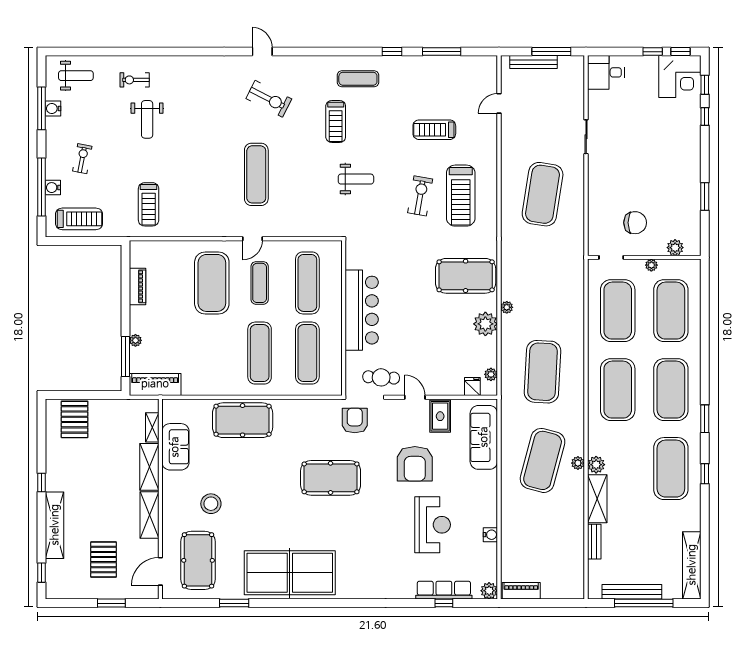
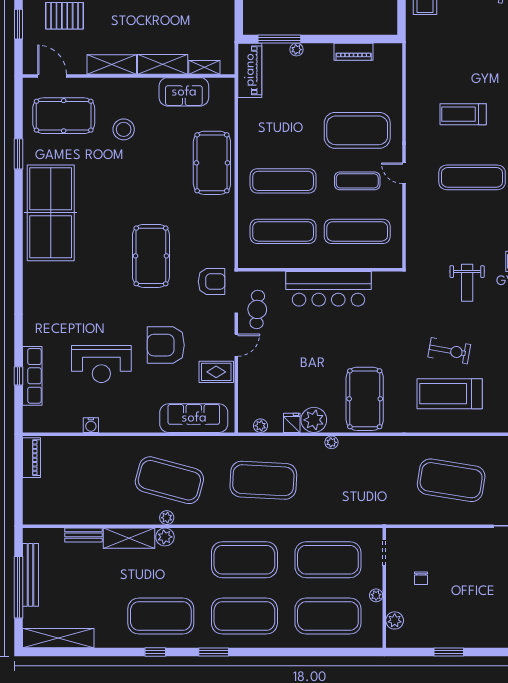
treadmill: (149, 204) -> (463, 114), moved
chair: (635, 223) -> (421, 578), width x0.54, depth x0.54
fridge: (472, 387) -> (292, 423), moved, turned -90
plant: (489, 591) -> (32, 424), removed

